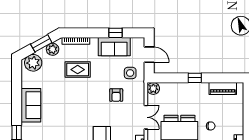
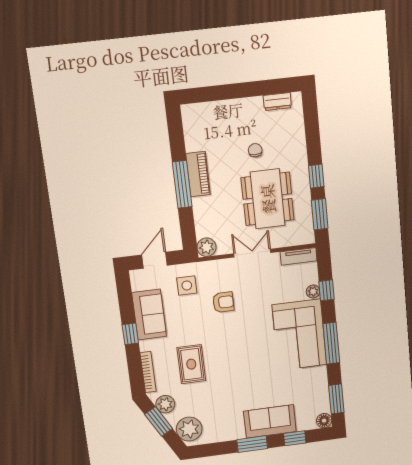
window: (116, 33) -> (130, 334), moved
window: (195, 78) -> (182, 184), width x2.17
piano: (223, 89) -> (198, 174), moved
window: (17, 103) -> (252, 444), added
sofa: (31, 105) -> (270, 421), moved

